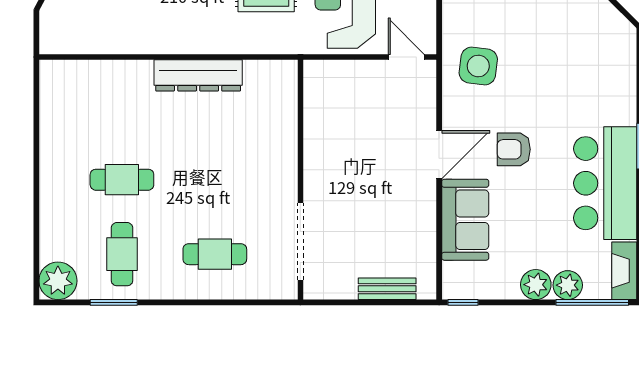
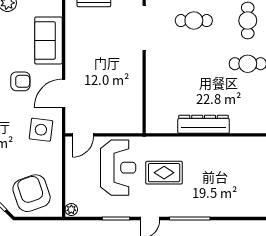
door: (406, 57) -> (83, 135), hinge flipped
door: (439, 155) -> (64, 93), moved

